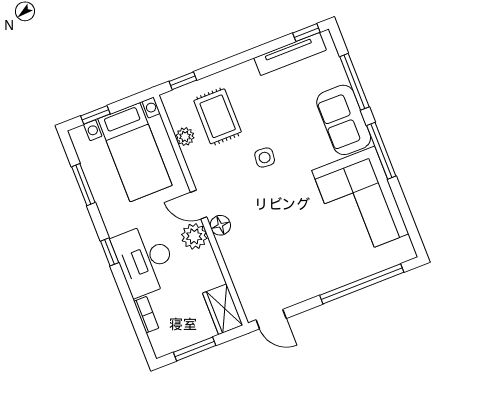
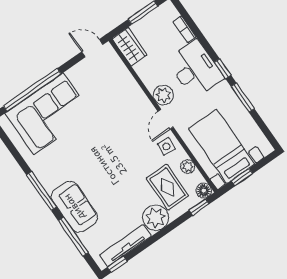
plant: (242, 81) -> (156, 218), added
window: (95, 115) -> (242, 177), moved
side table: (265, 158) -> (166, 146), moved
window: (83, 185) -> (243, 98), moved
corner sofa: (360, 202) -> (49, 114), moved, turned 90
door: (199, 205) -> (166, 119), swing flipped
floor lamp: (220, 225) -> (204, 191), moved

